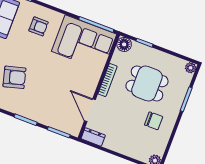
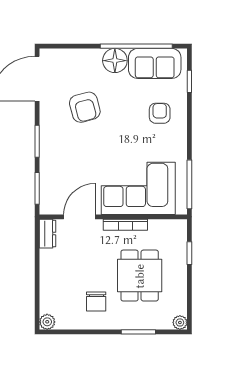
armchair: (39, 26) -> (160, 113), turned 180
corner sofa: (84, 43) -> (138, 188), moved, turned 90
floor lamp: (124, 44) -> (178, 229), removed

